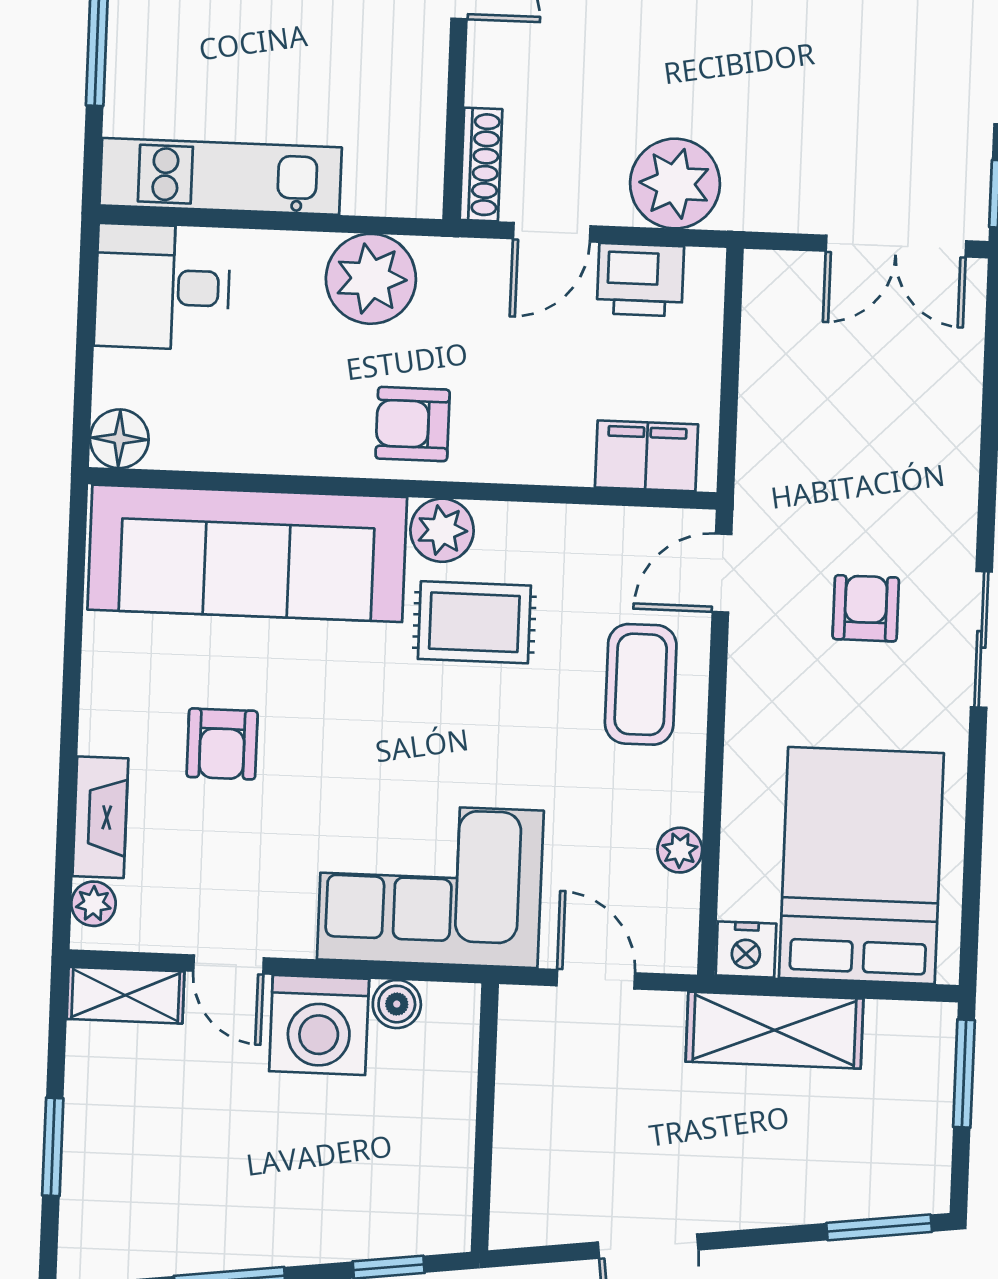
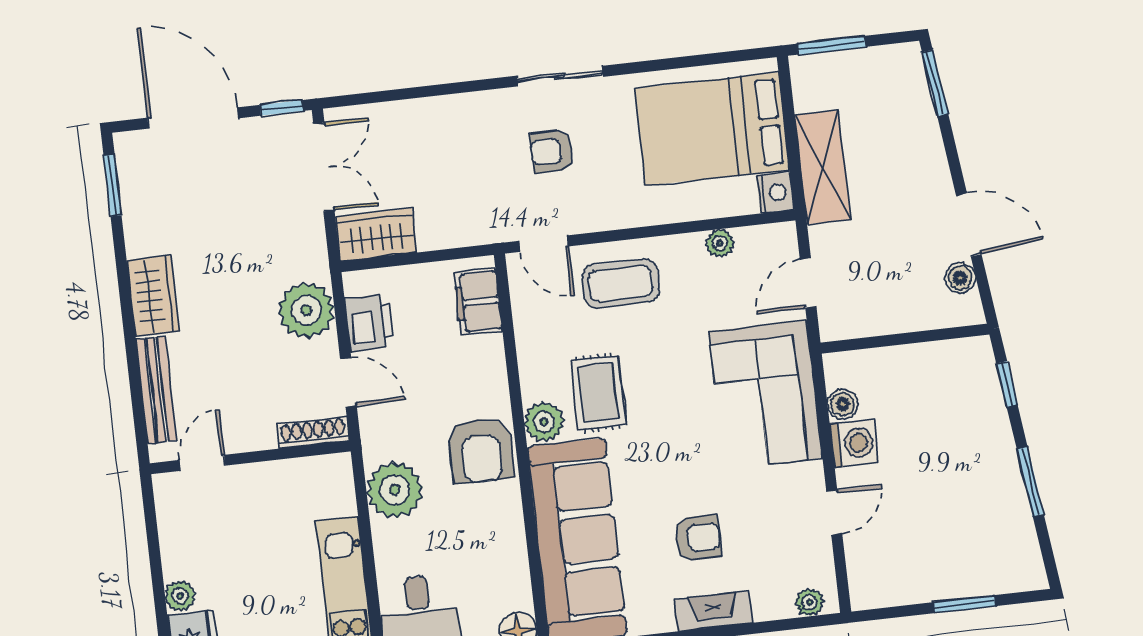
wardrobe: (777, 312) -> (376, 235), added
armchair: (413, 424) -> (481, 450), width x1.38, depth x1.38
fireplace: (100, 817) -> (713, 611), moved
shelving: (126, 995) -> (863, 574), removed
washing machine: (319, 1025) -> (854, 443), width x0.73, depth x0.73
boiler: (567, 1220) -> (960, 278), added

